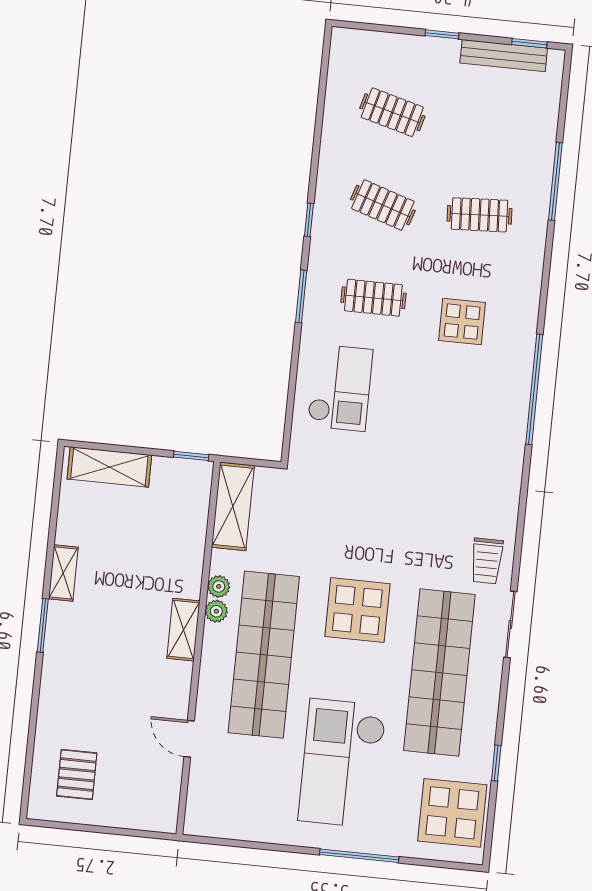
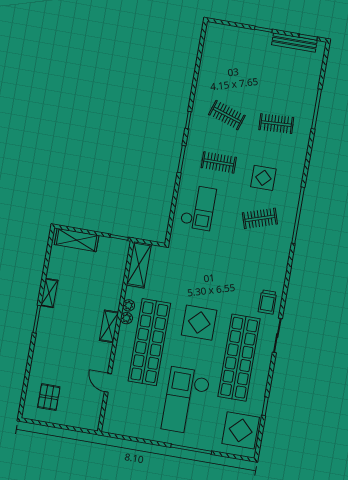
clothes rail: (392, 112) -> (260, 218), moved, turned -33

